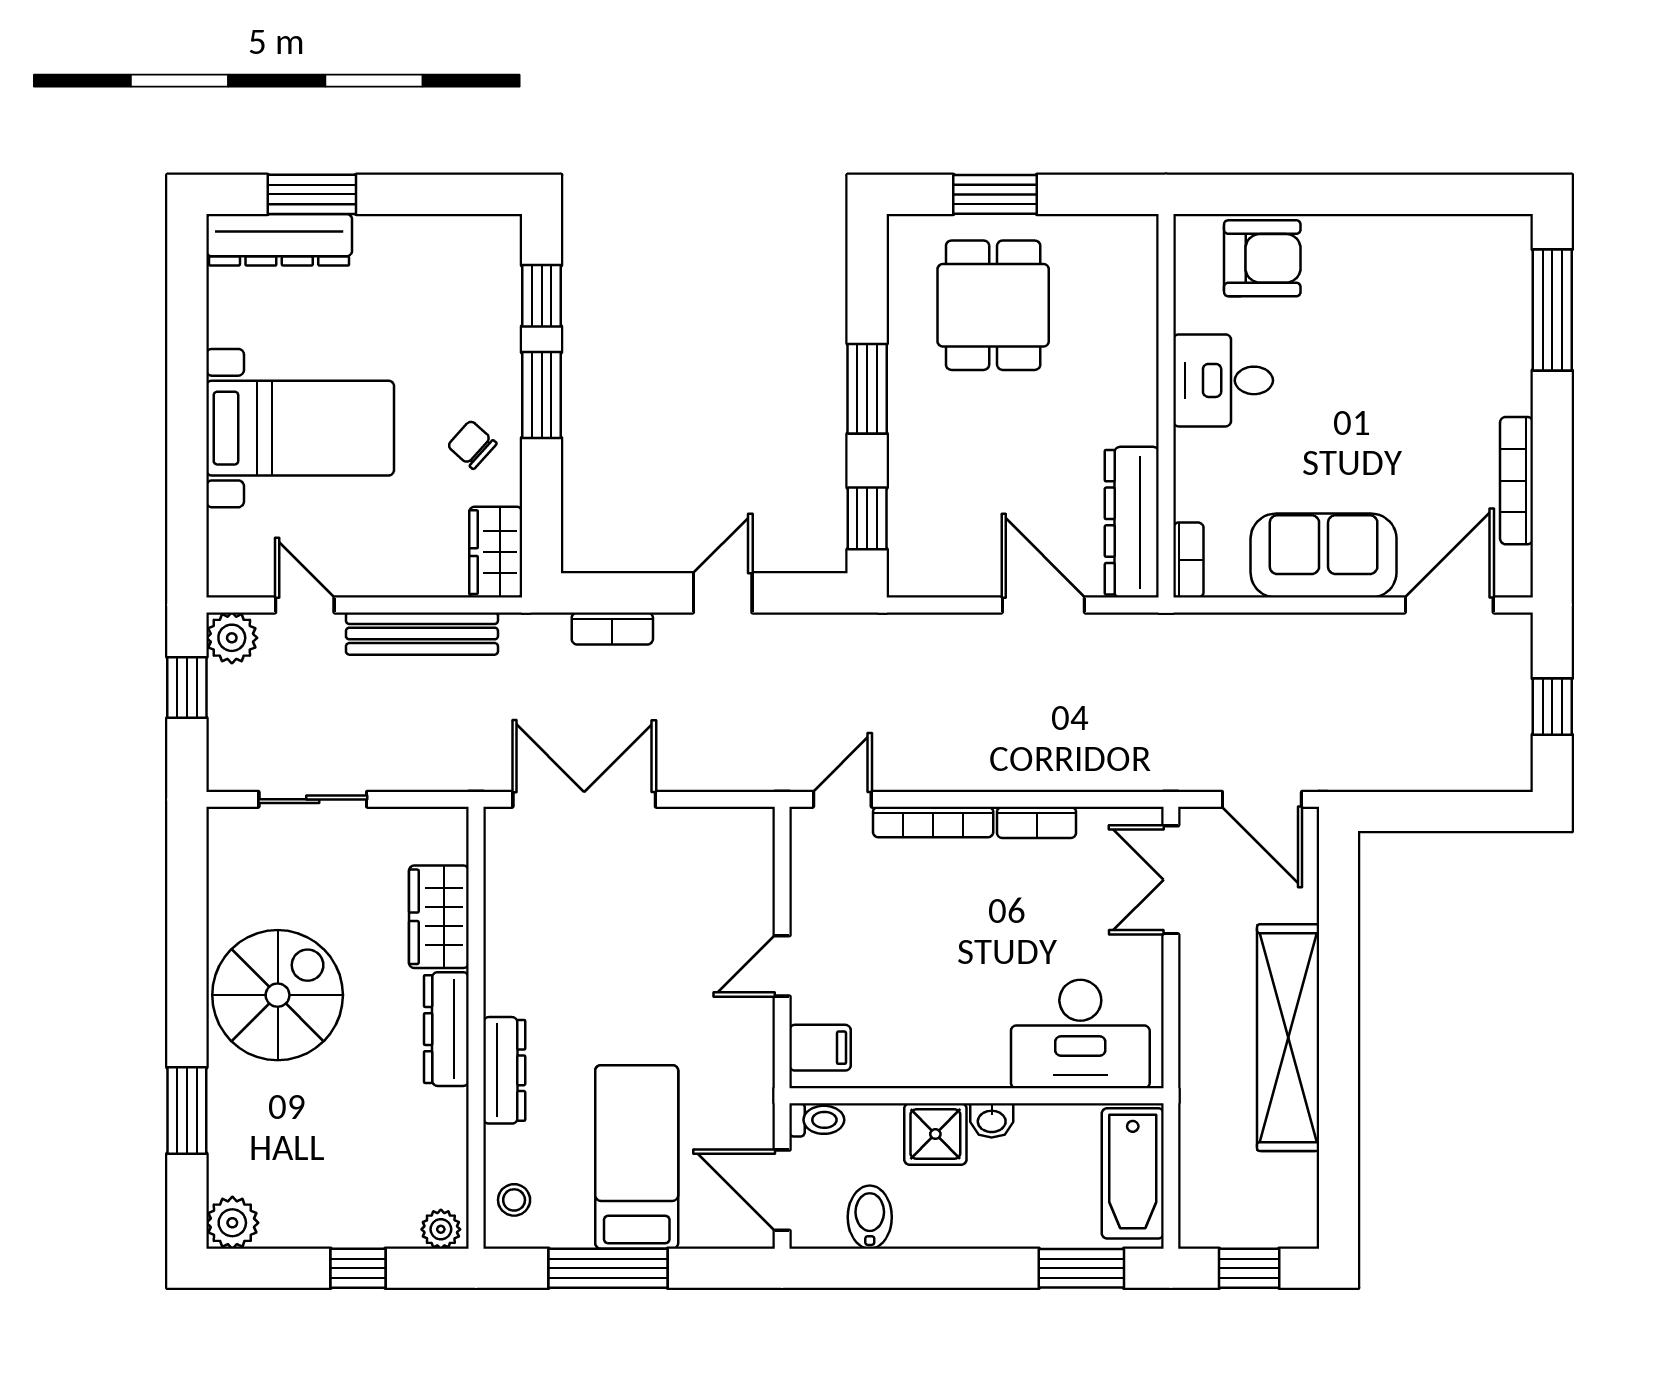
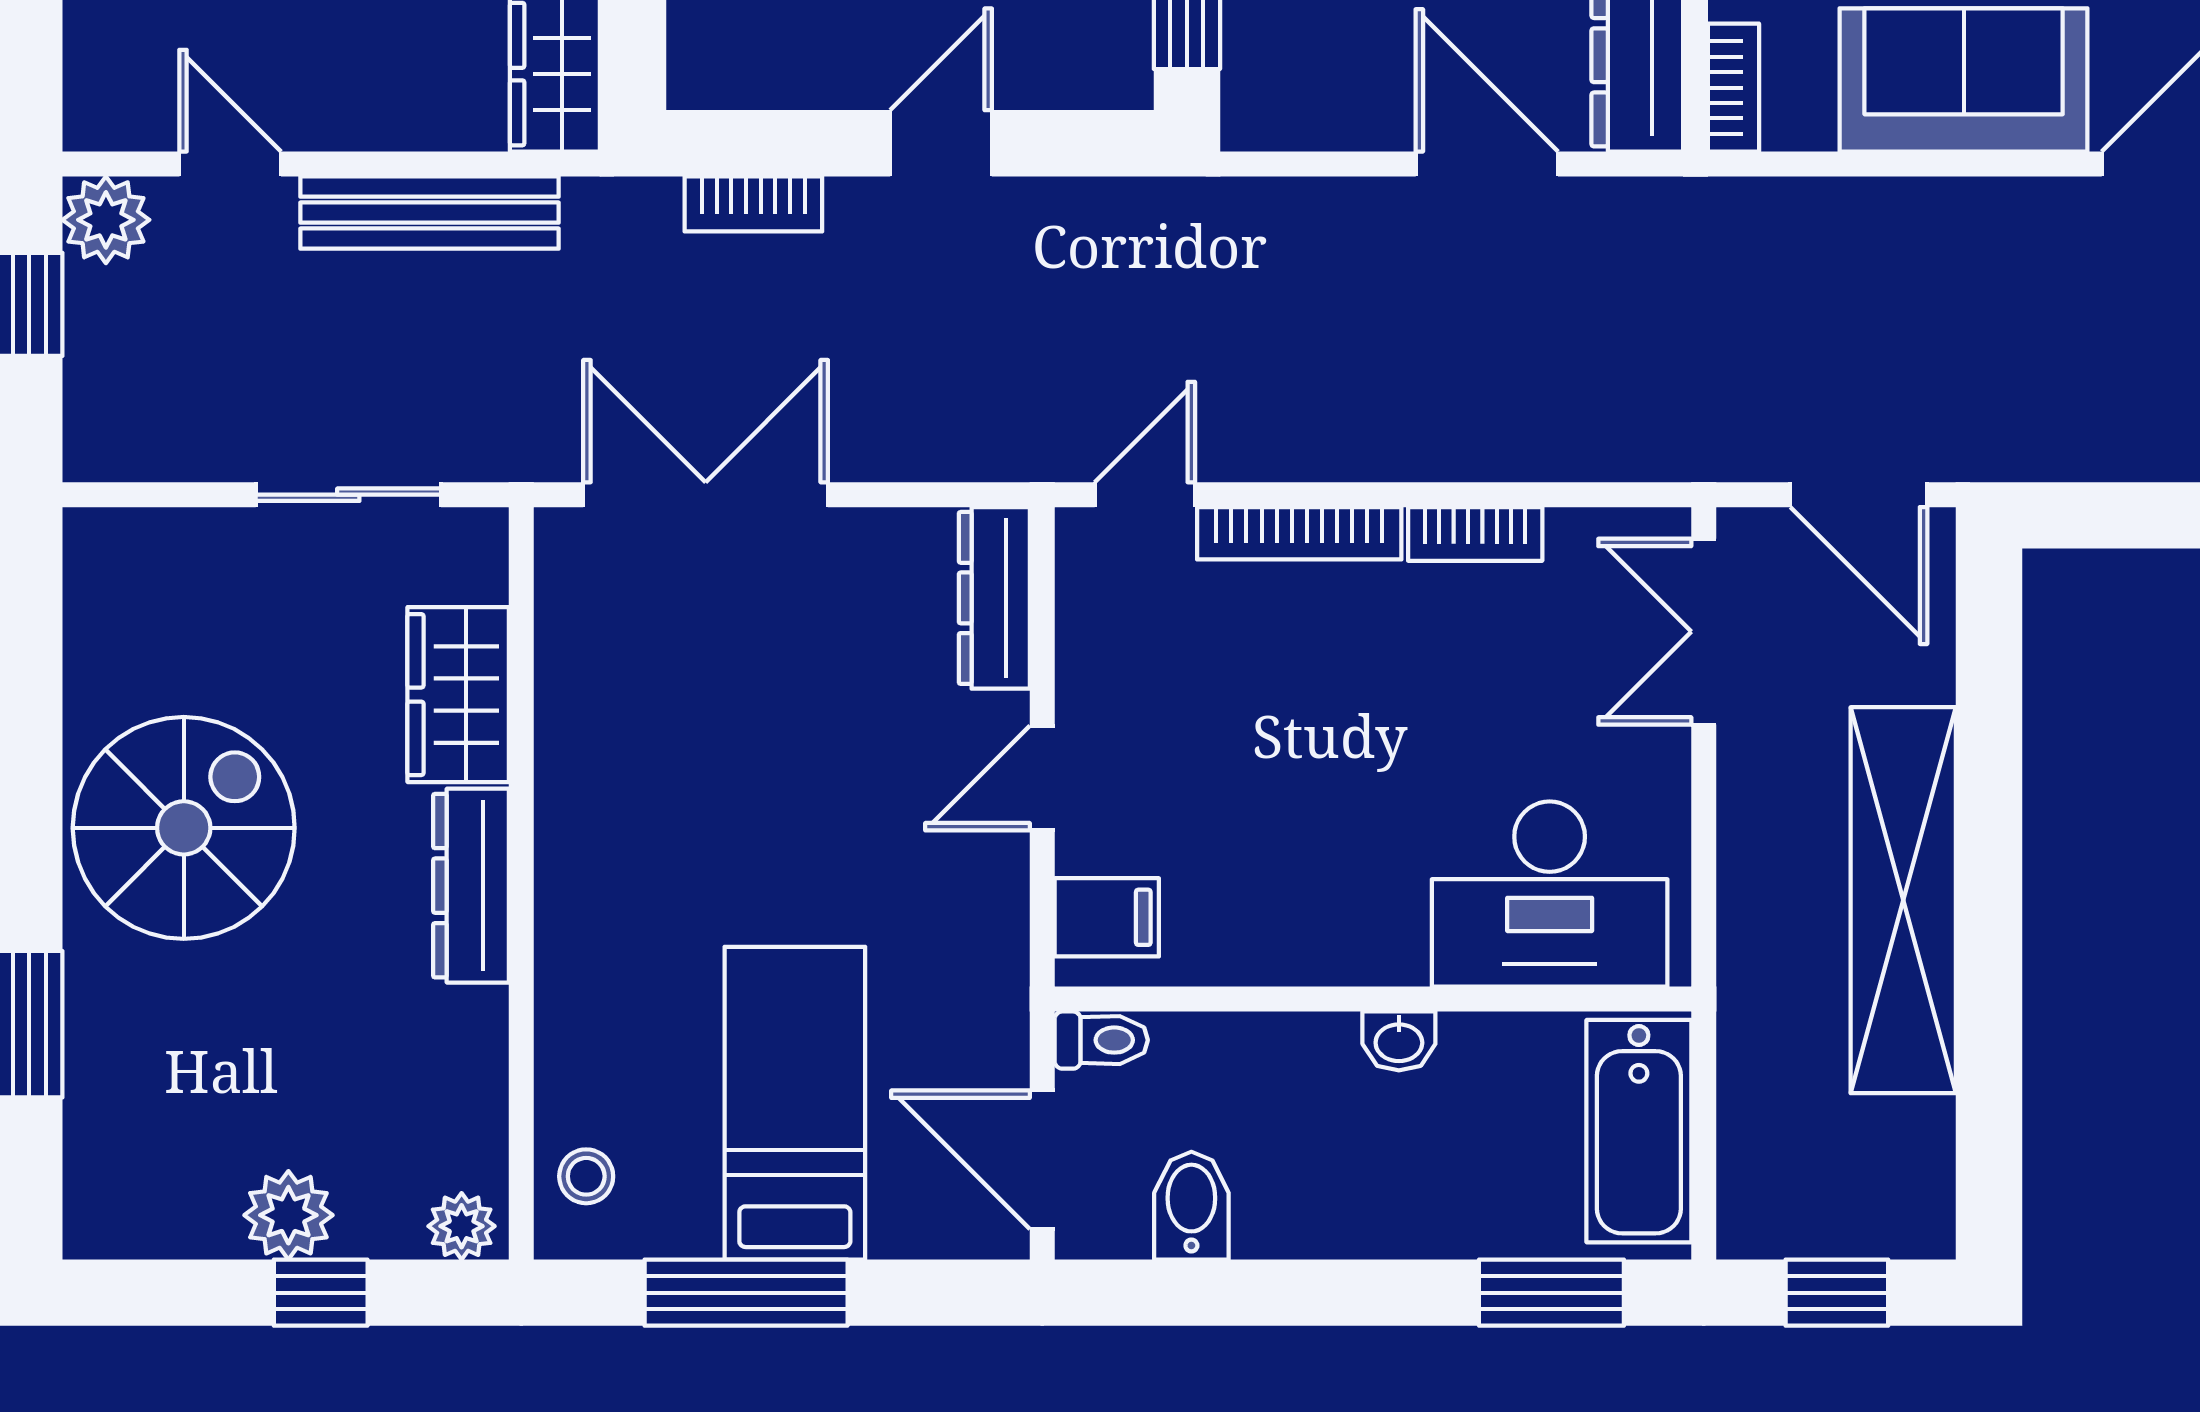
sliding door: (313, 799) -> (348, 495), moved
dresser: (504, 1070) -> (994, 598), moved, turned 180
shower: (935, 1134) -> (1303, 1064), removed
plant: (232, 1223) -> (288, 1215), moved

